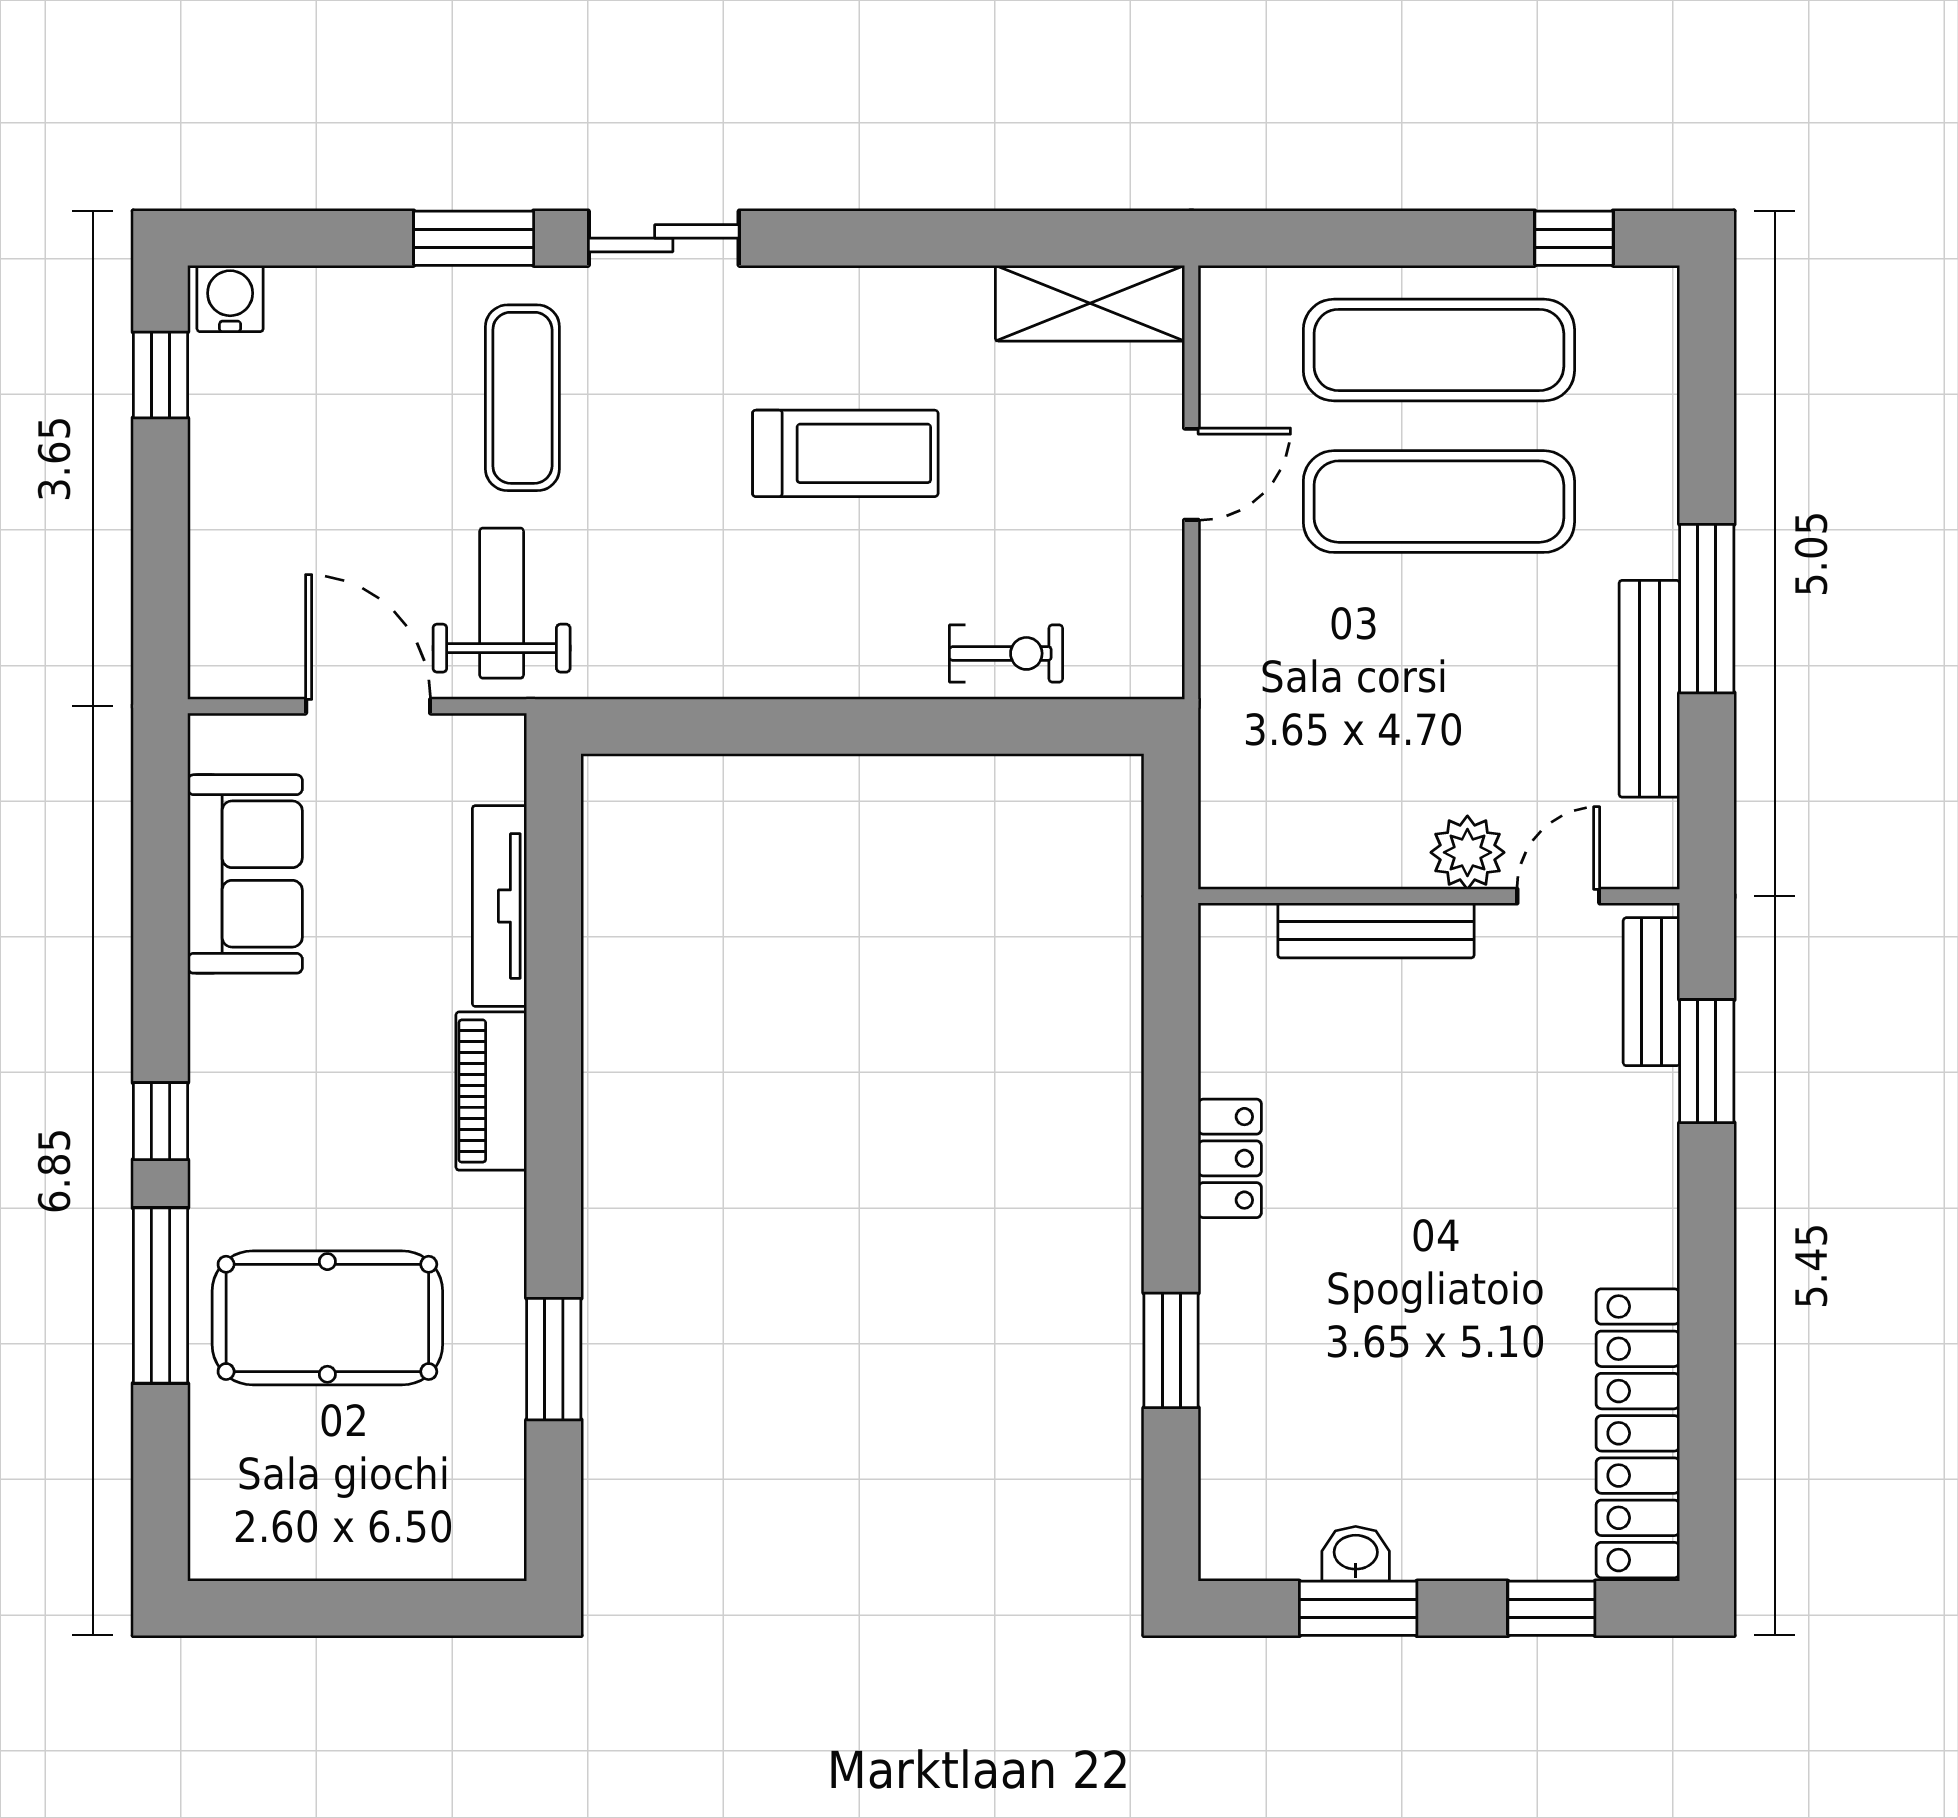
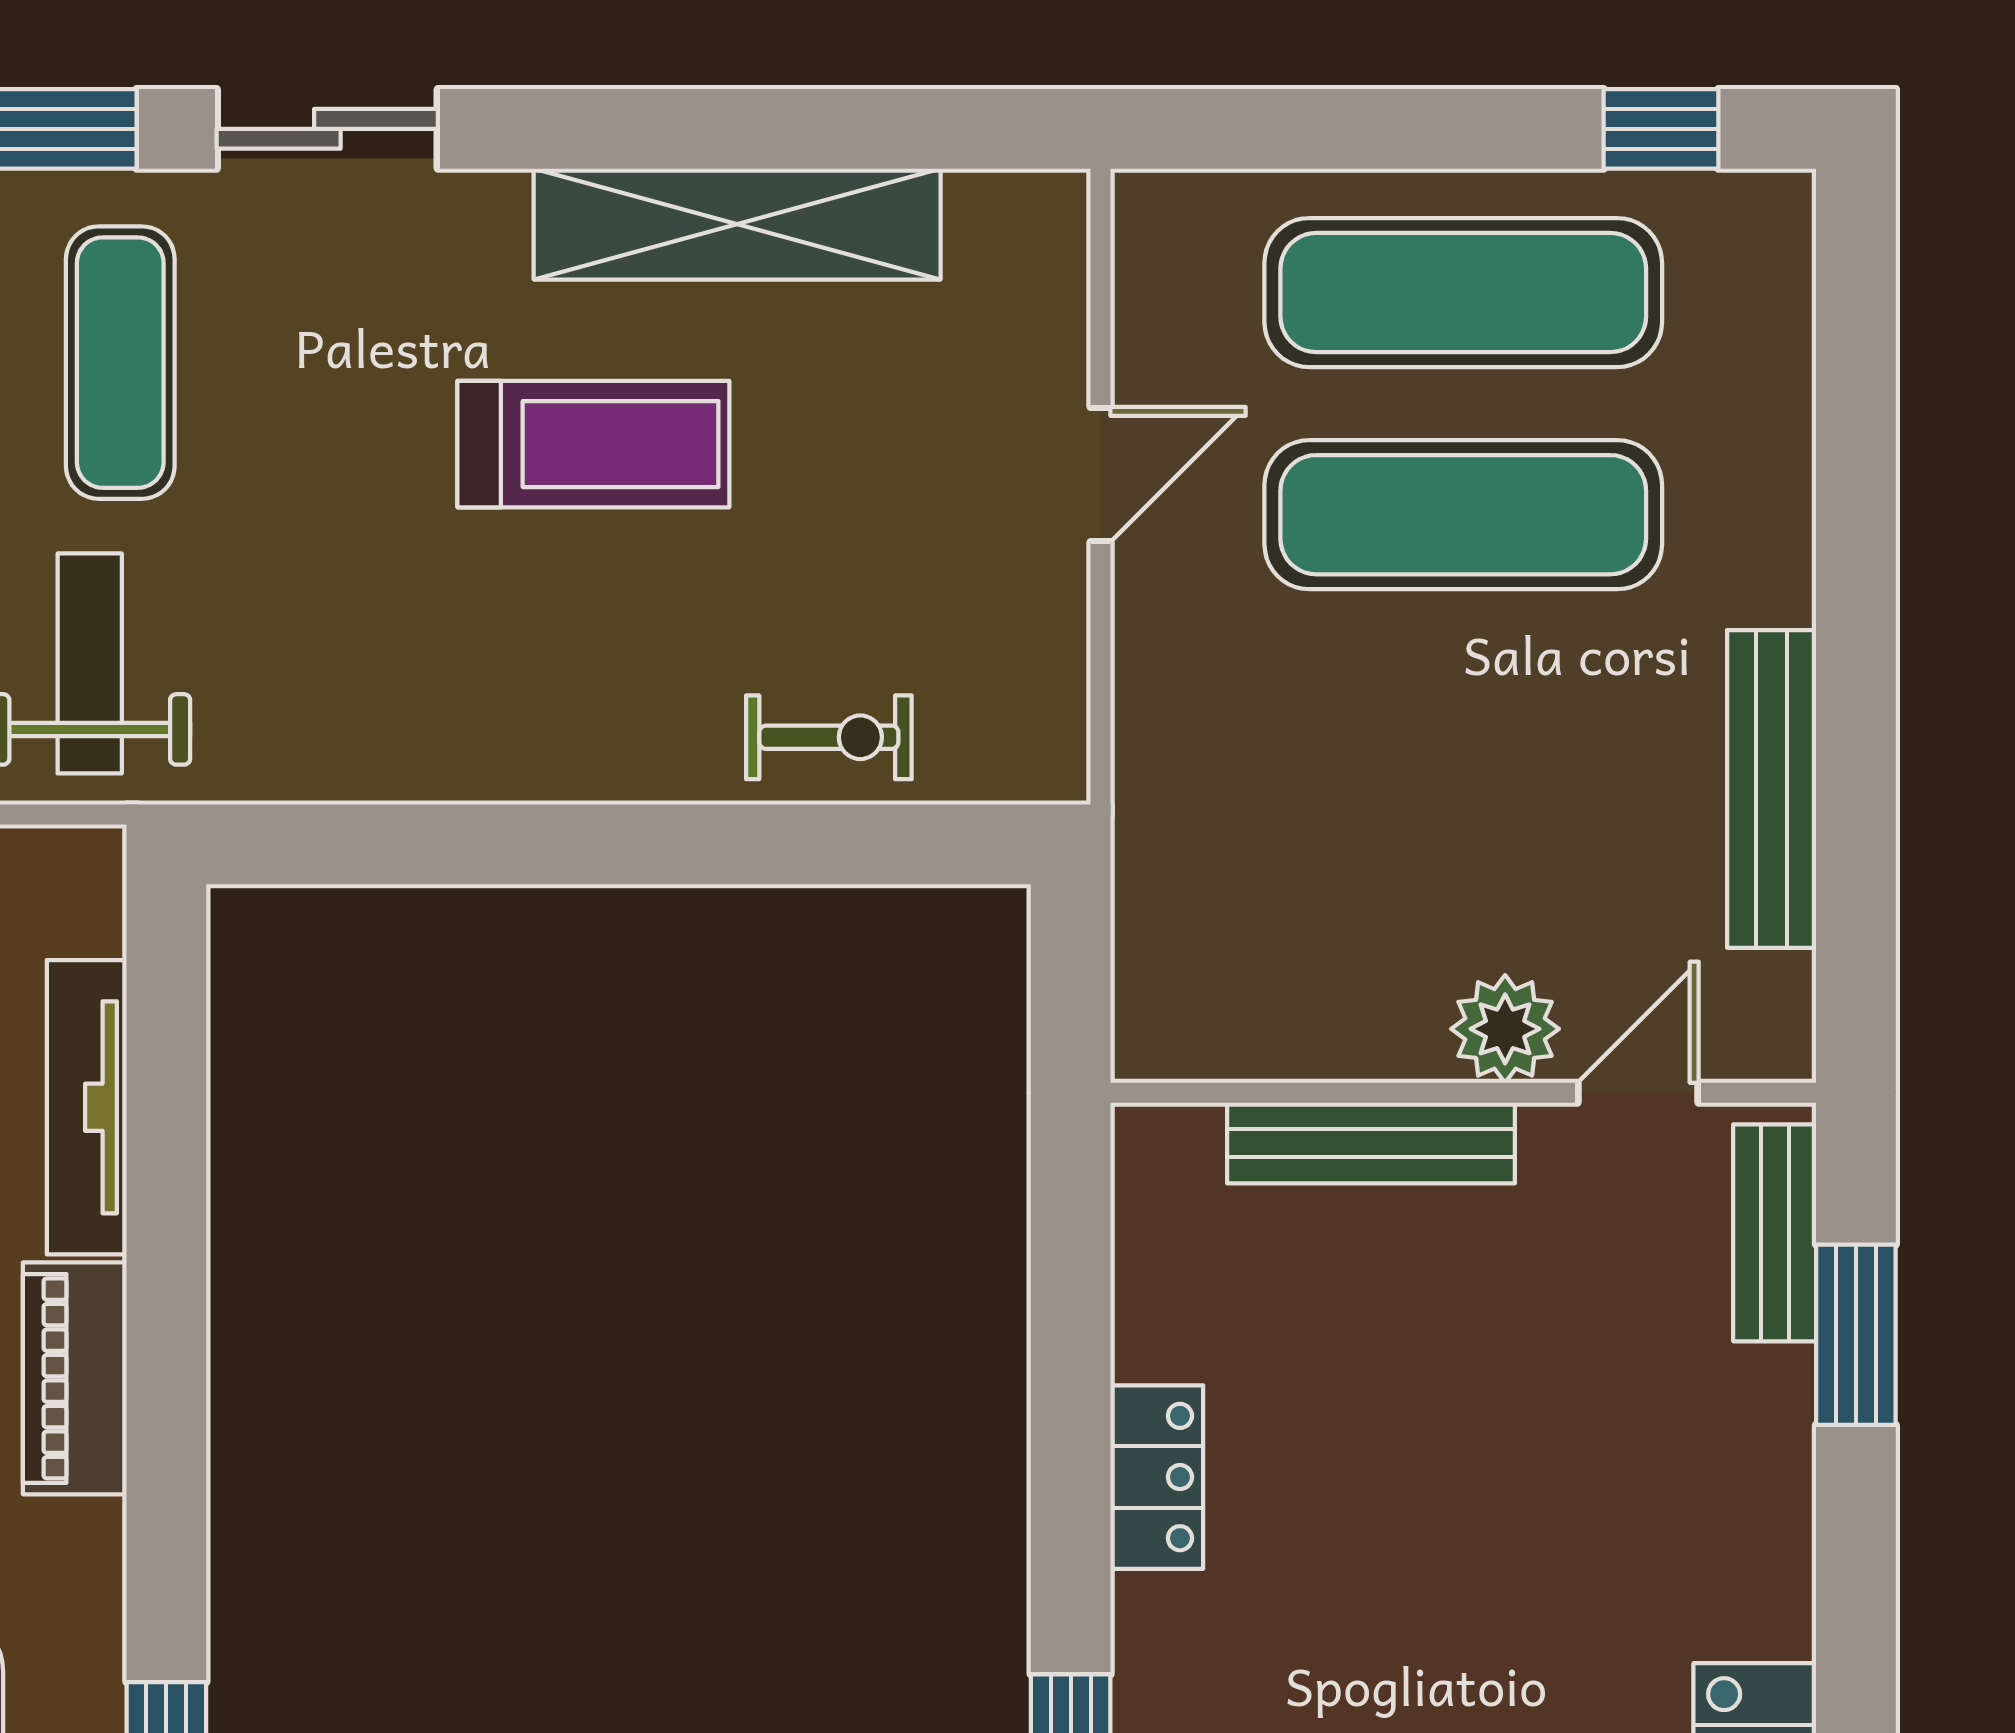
shelving: (1090, 303) -> (737, 224), moved, width x1.47
window: (1707, 609) -> (1856, 671), removed

